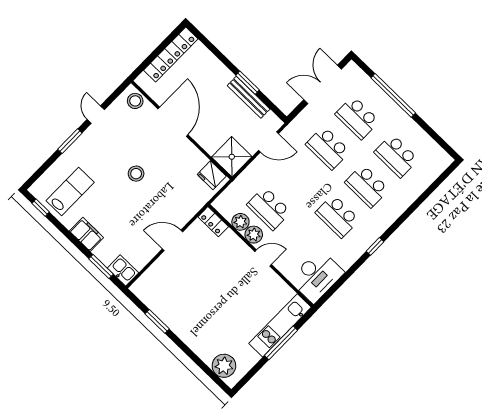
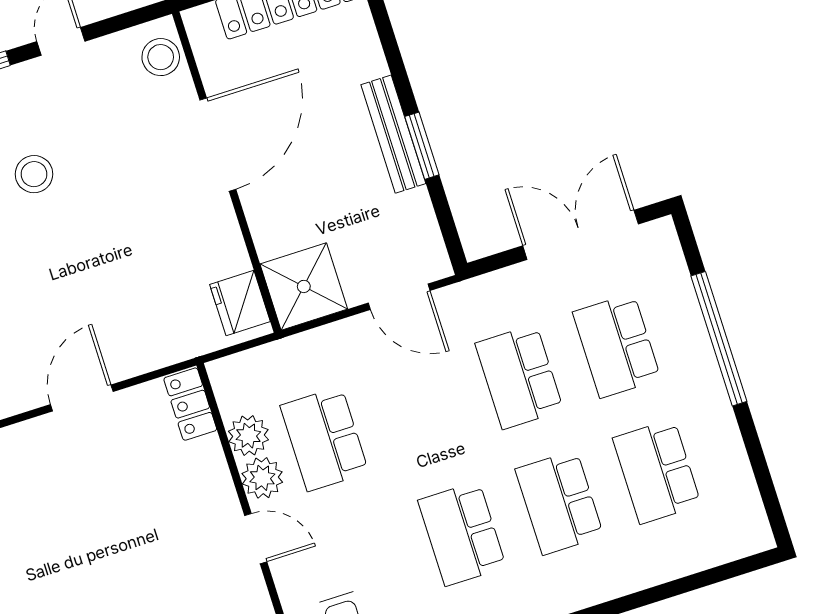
bench: (249, 97) -> (393, 134), moved
stool: (136, 174) -> (34, 174), moved
door: (172, 240) -> (82, 398), hinge flipped

